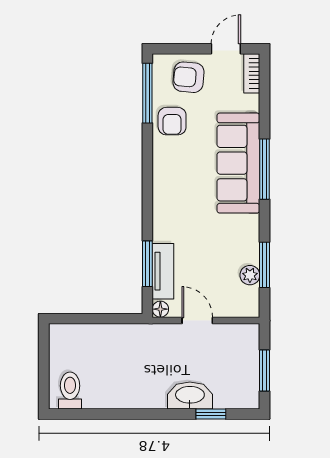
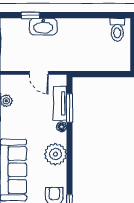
plant: (170, 189) -> (55, 154), added
floor lamp: (160, 309) -> (62, 127), moved

